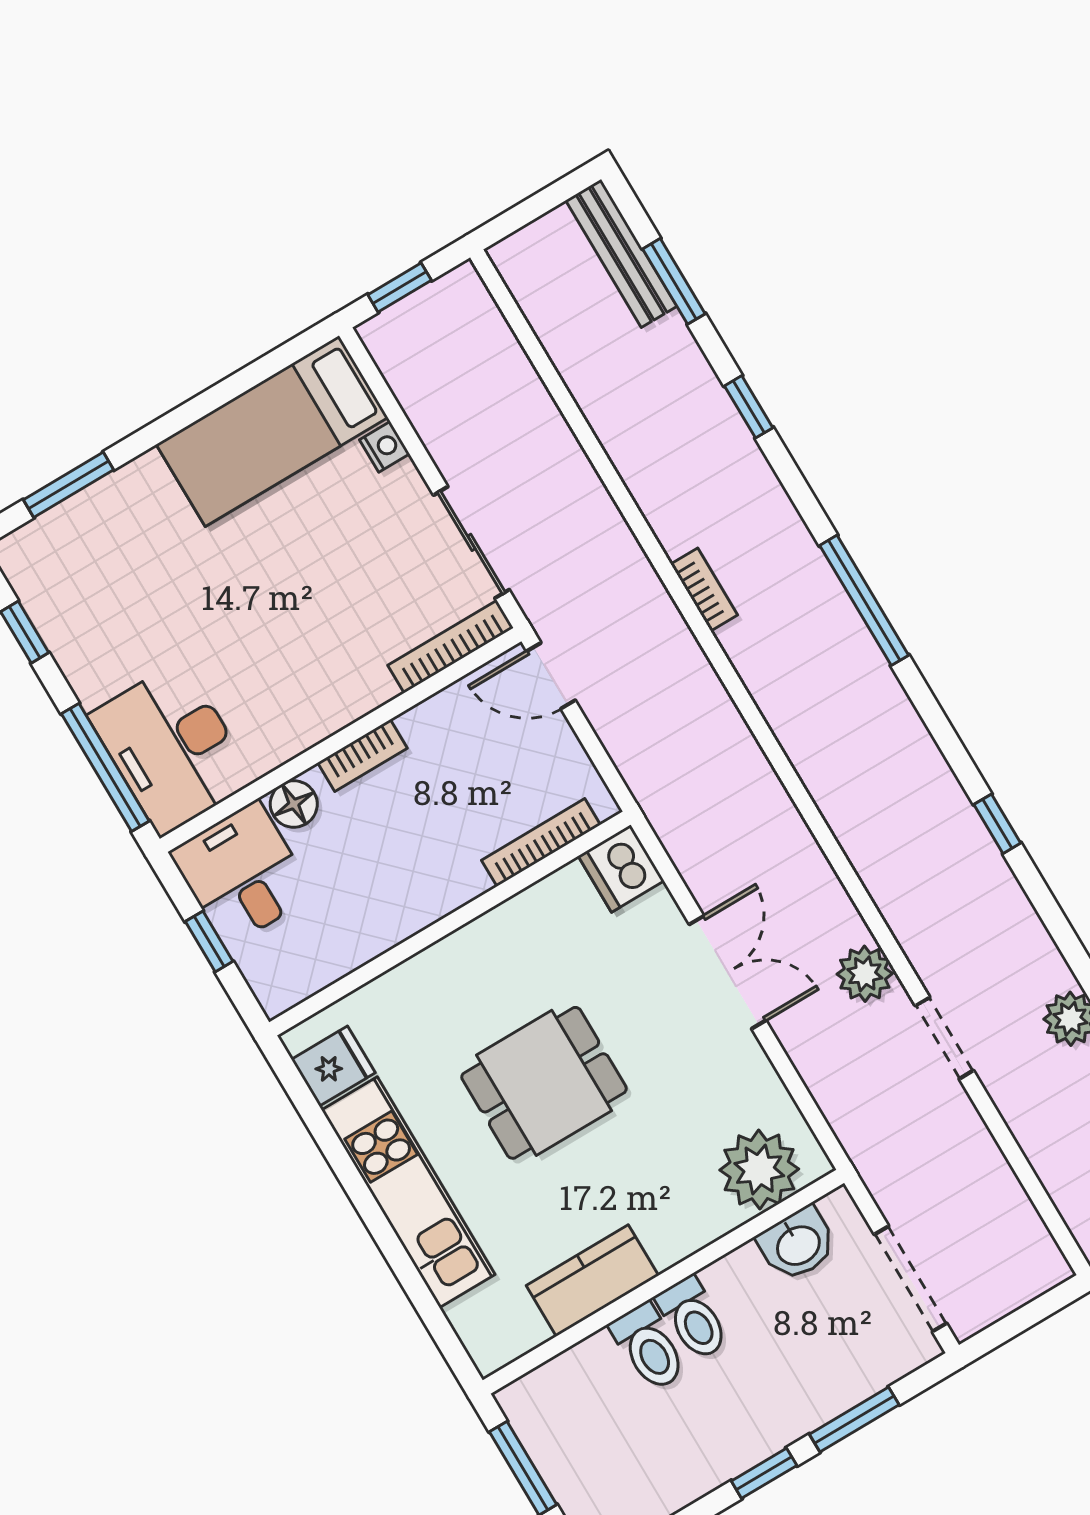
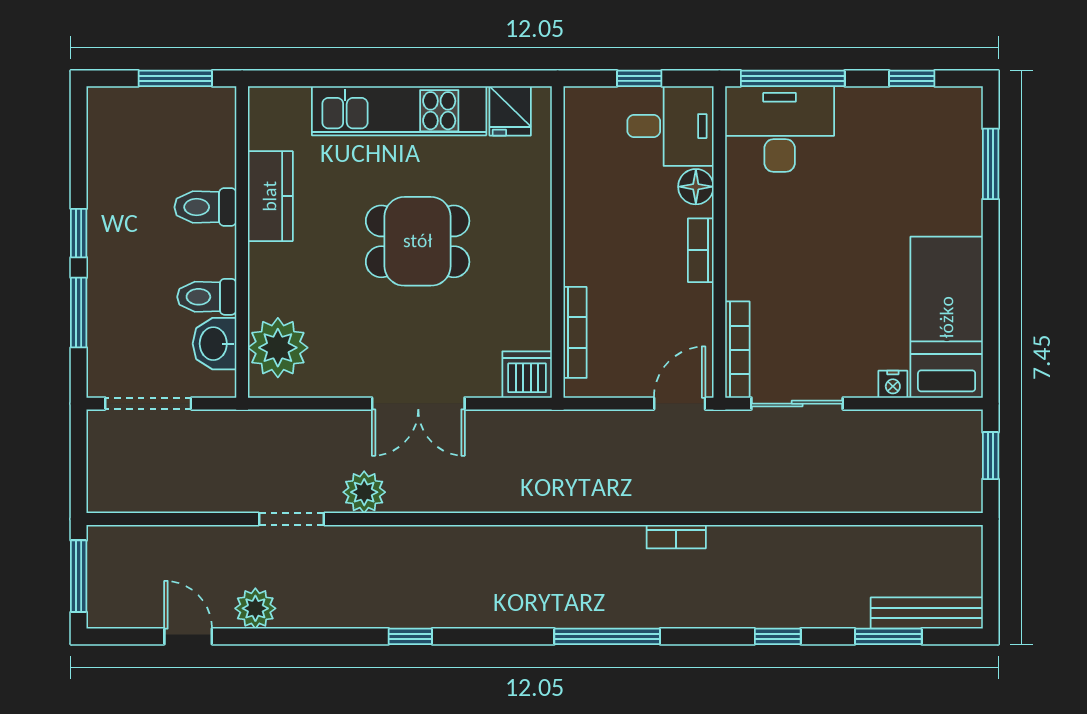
dining table: (544, 1083) -> (418, 241), turned 90
toilet: (693, 1318) -> (207, 297), moved

